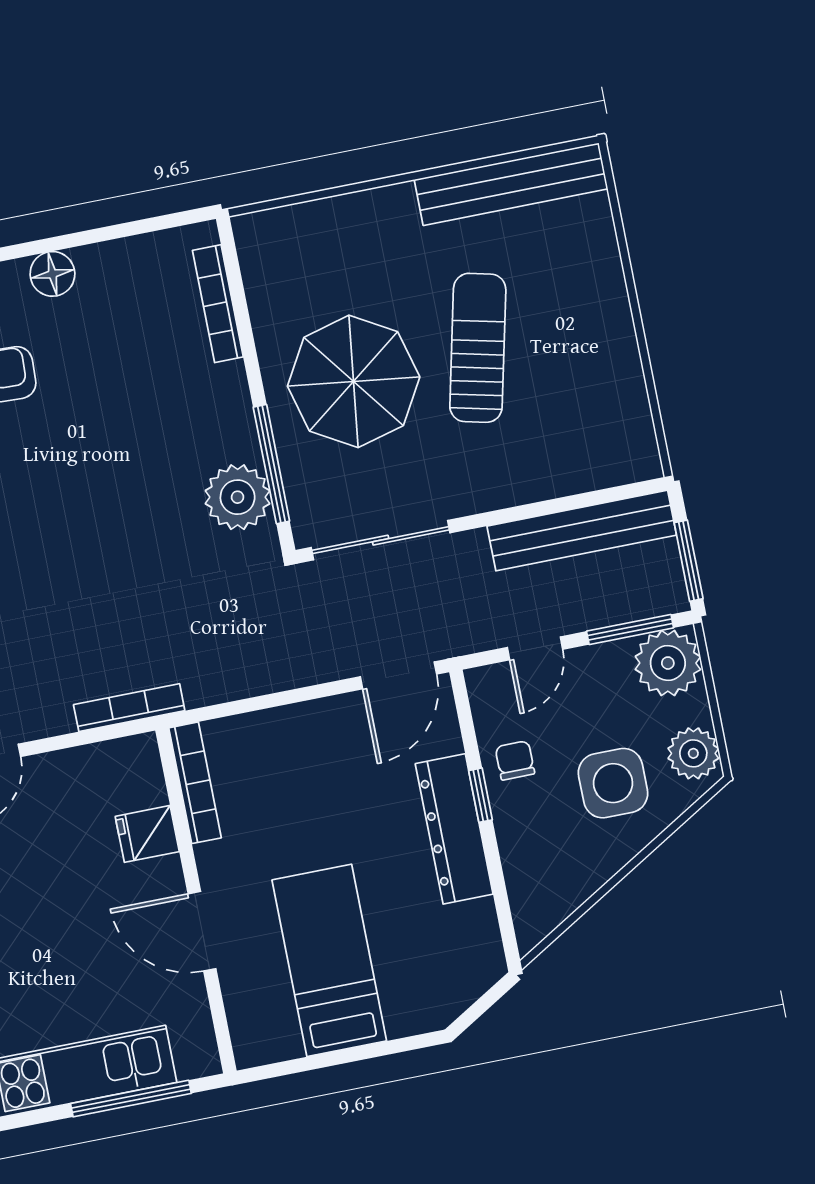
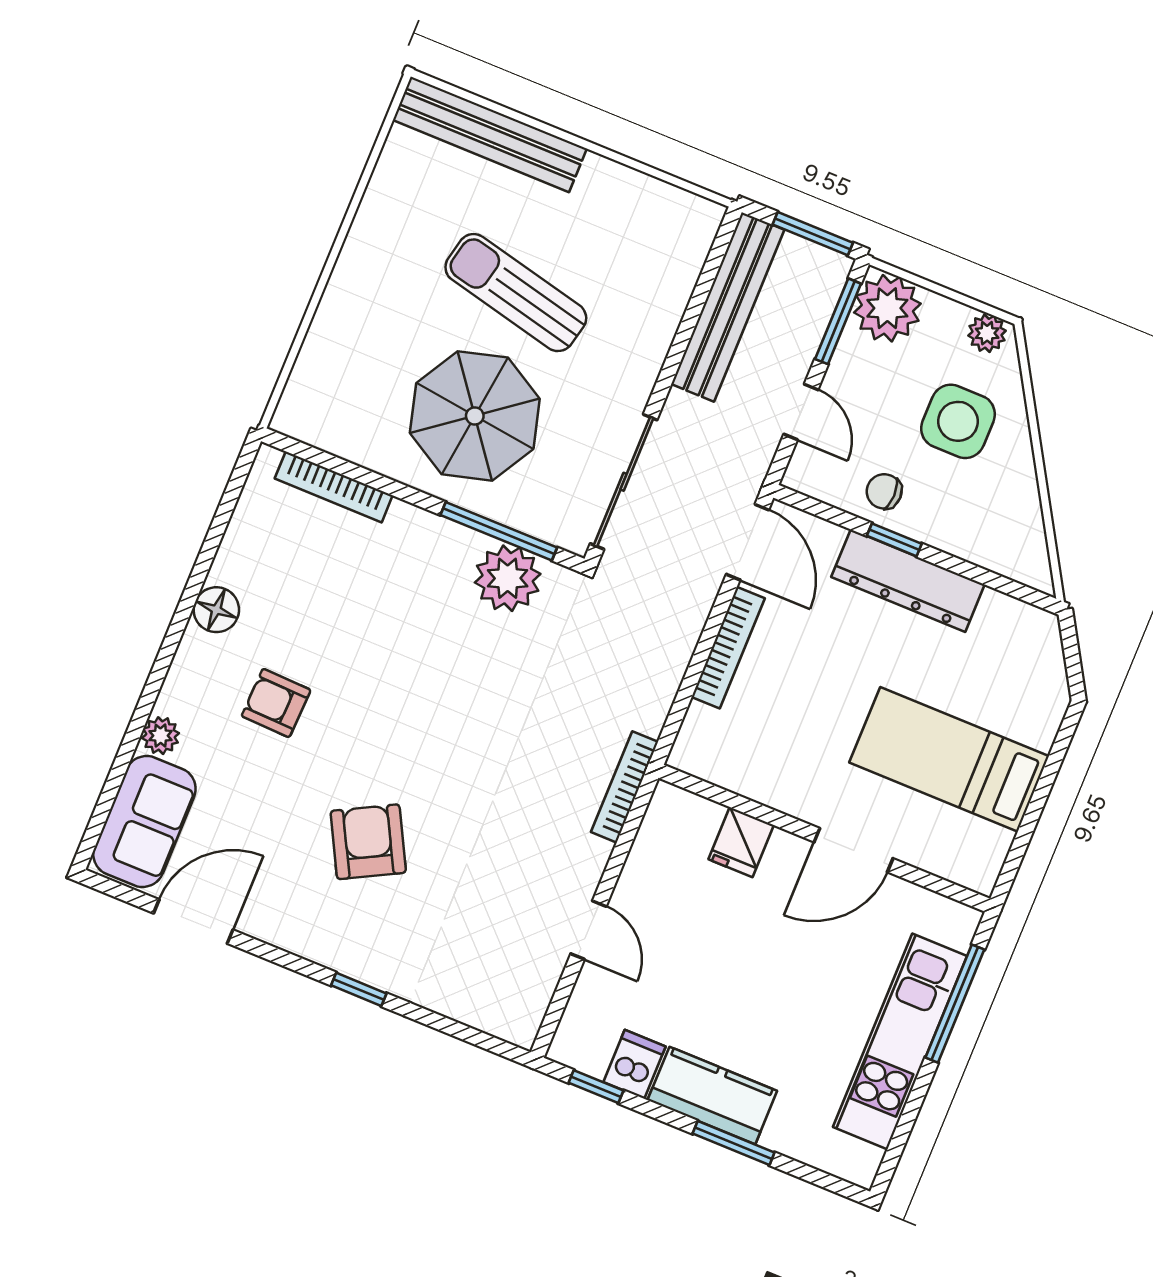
bench: (511, 184) -> (490, 134), moved, turned 90
plant: (693, 753) -> (987, 333), width x0.73, depth x0.73
bookcase: (195, 783) -> (728, 648), moved, turned 90

